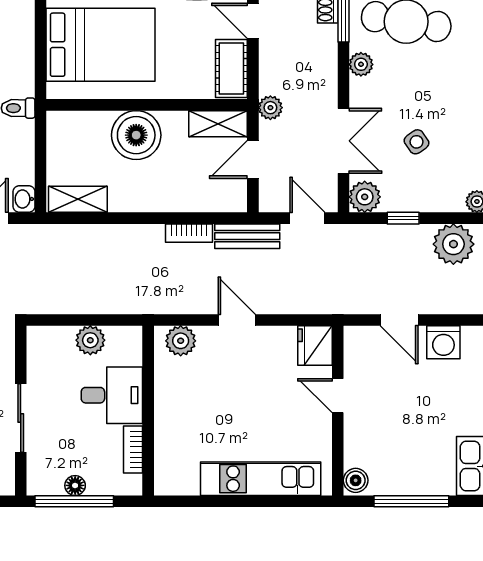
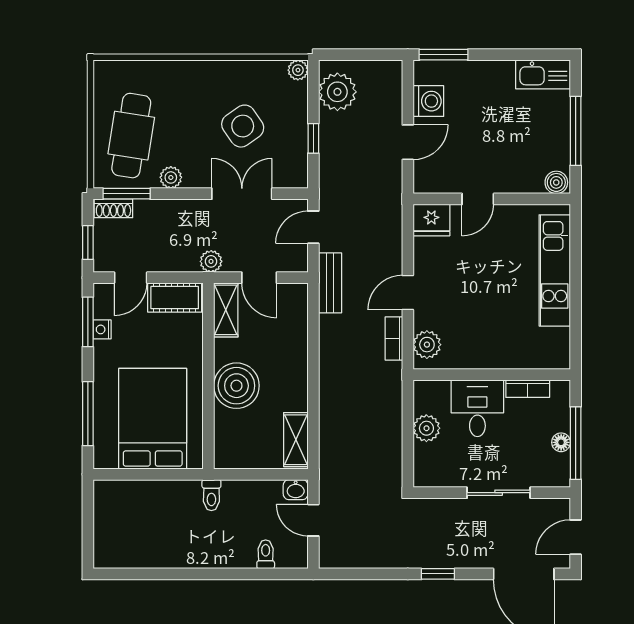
side table: (416, 142) -> (243, 126), width x1.87, depth x1.87
plant: (365, 197) -> (294, 174), removed
bookcase: (189, 233) -> (394, 338), moved, turned 180

